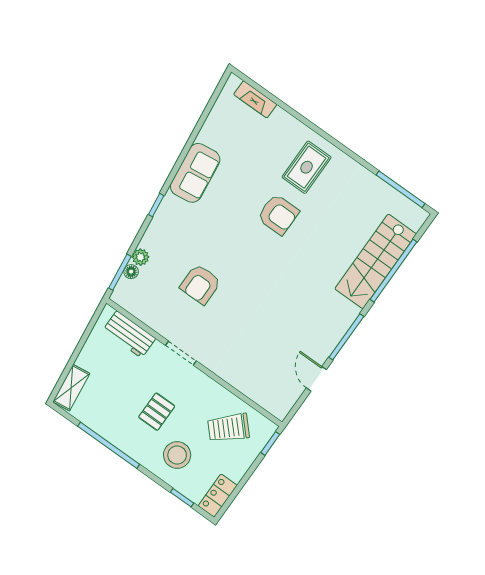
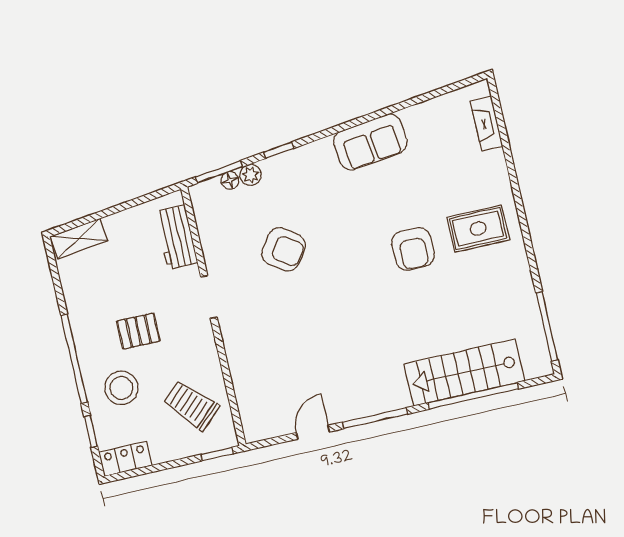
window: (156, 205) -> (279, 150), moved
armchair: (200, 284) -> (283, 249), turned -145
window: (109, 445) -> (74, 359), moved

